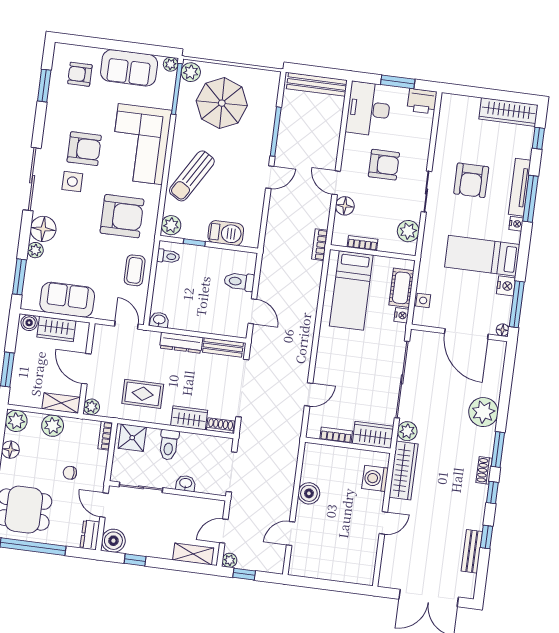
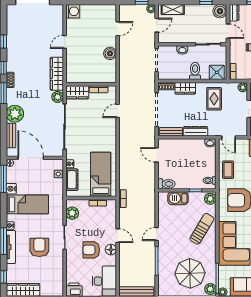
floor lamp: (345, 206) -> (111, 250), moved
toilet: (239, 282) -> (166, 184), moved
rug: (143, 394) -> (214, 99), turned 90
washing machine: (375, 478) -> (73, 11), moved
bench: (472, 551) -> (11, 136), moved

